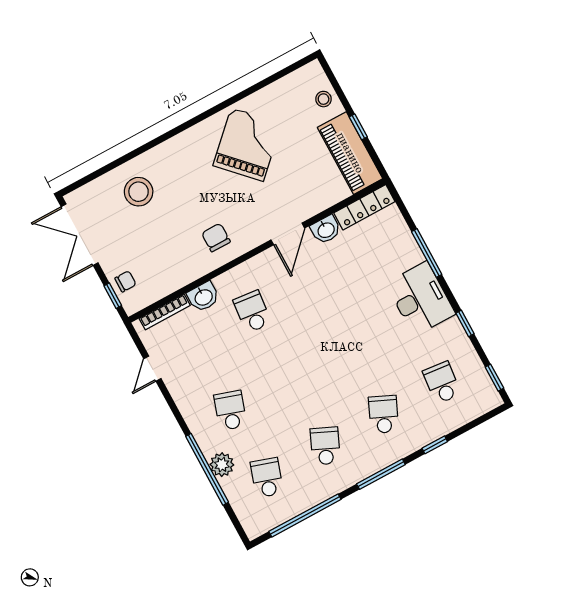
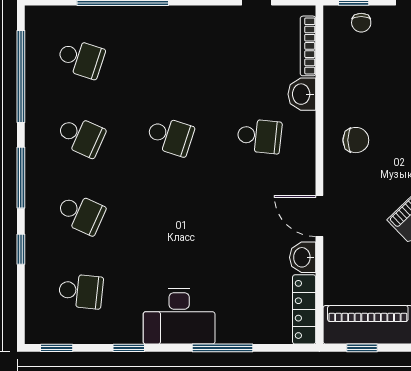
window: (358, 127) -> (362, 348), moved
school desk: (230, 410) -> (170, 136), moved
plant: (222, 465) -> (119, 20), removed

